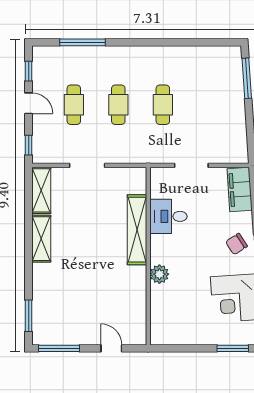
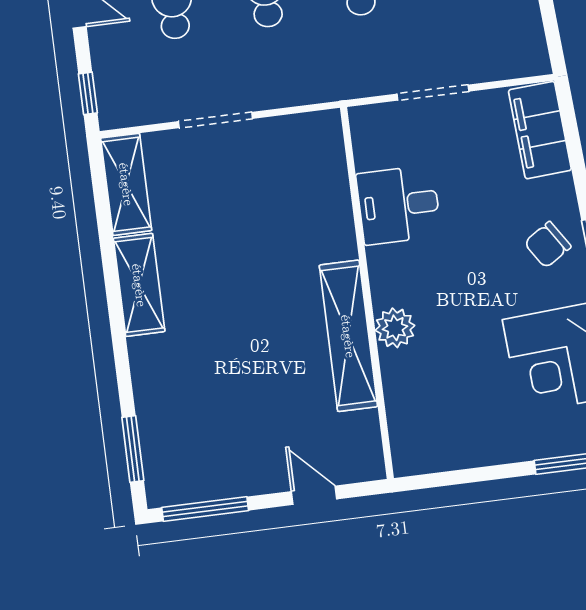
shelving: (137, 230) -> (348, 336), moved

